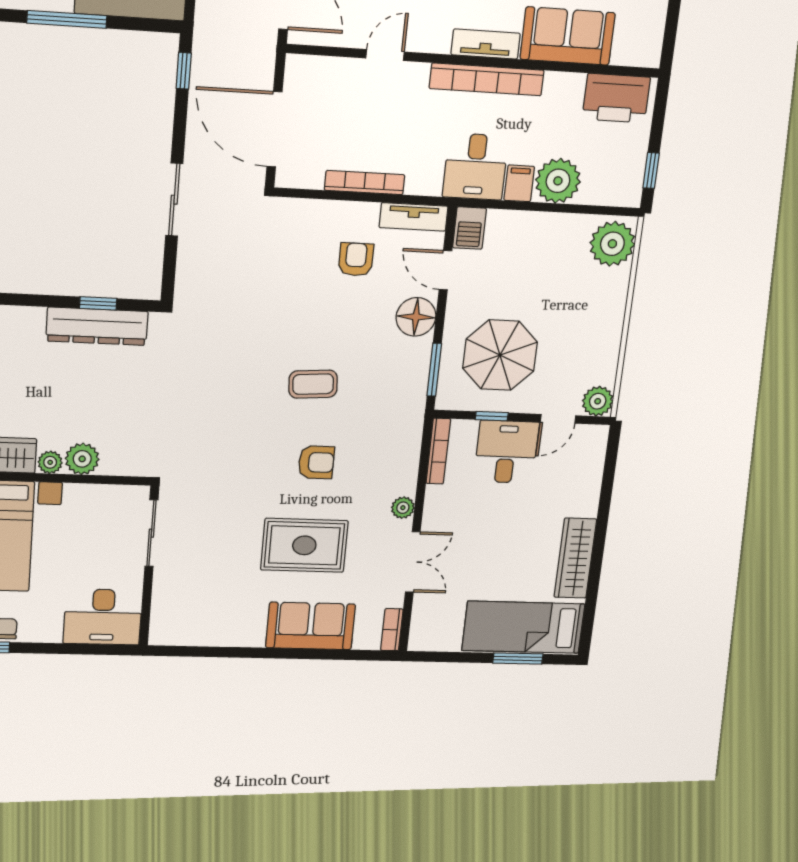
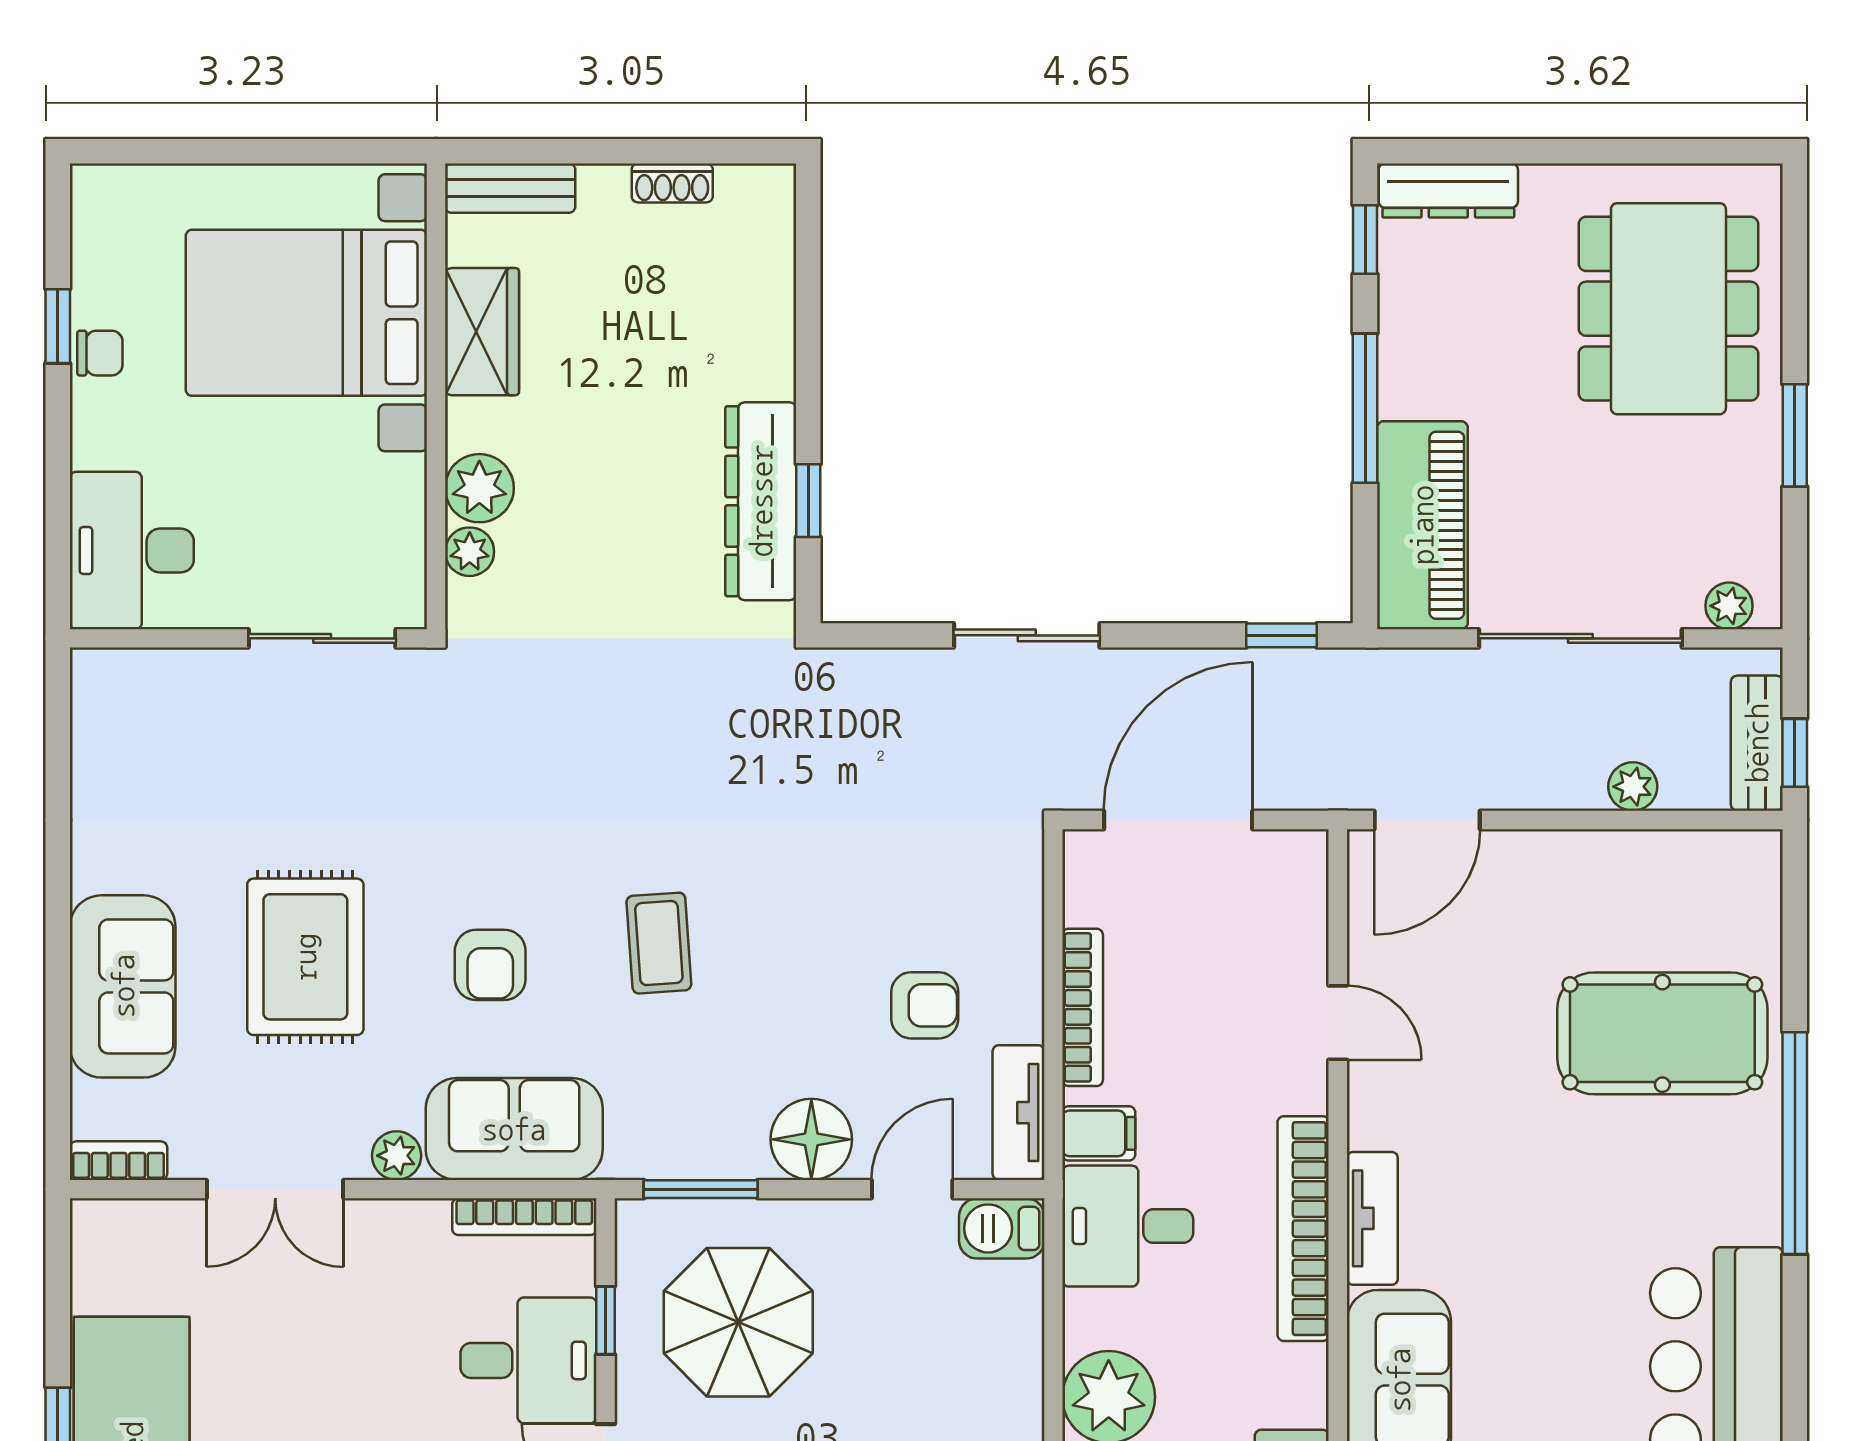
filing cabinet: (519, 183) -> (1099, 1133), moved
sofa: (396, 454) -> (514, 1129), added
plant: (50, 462) -> (470, 552), moved

